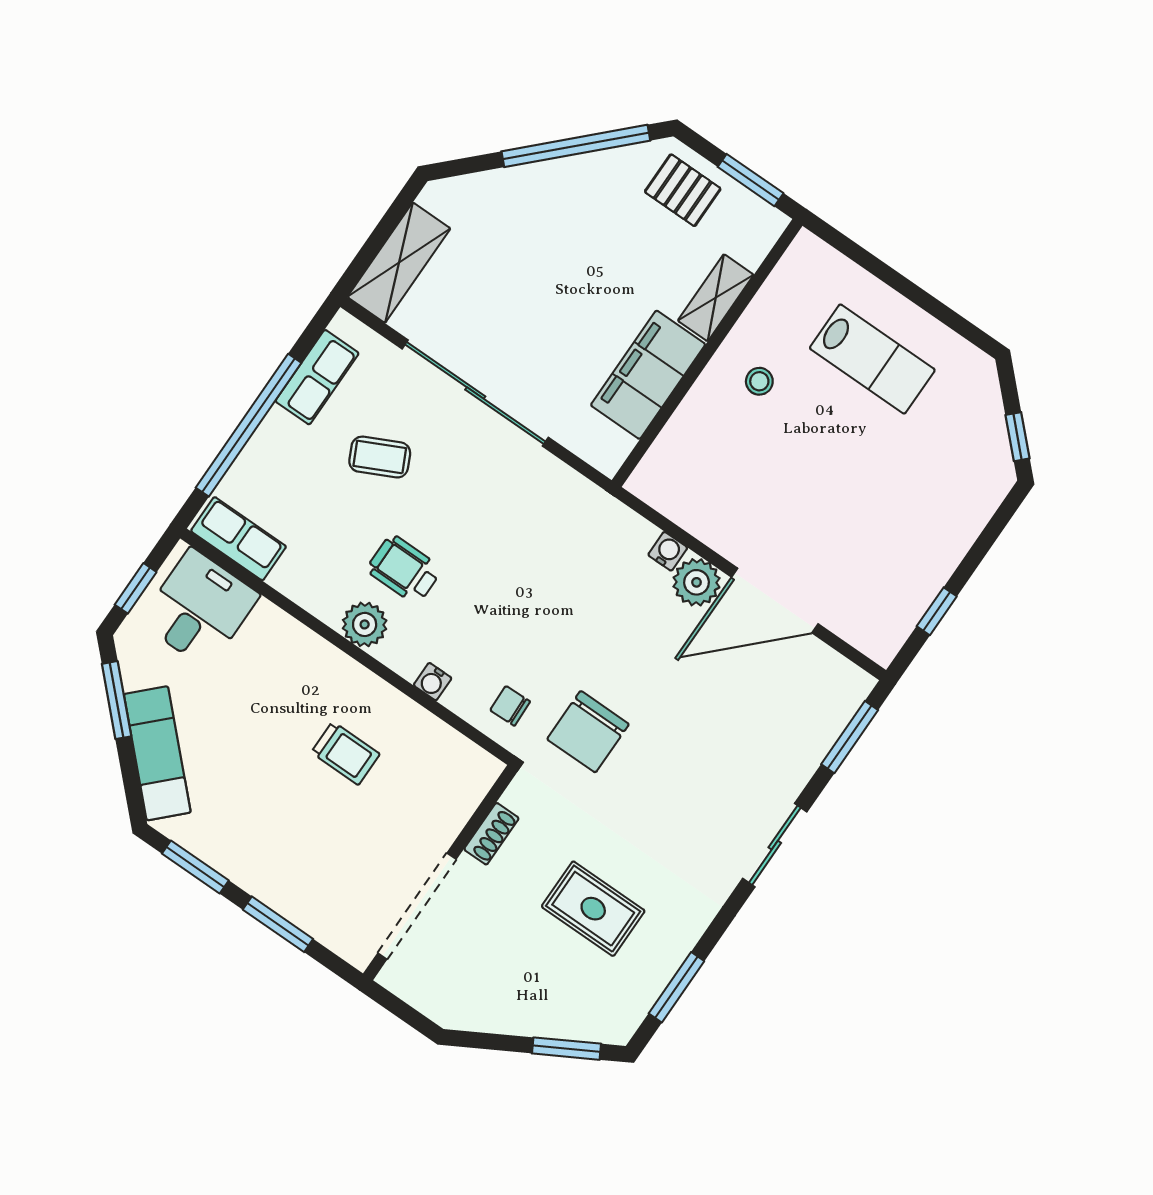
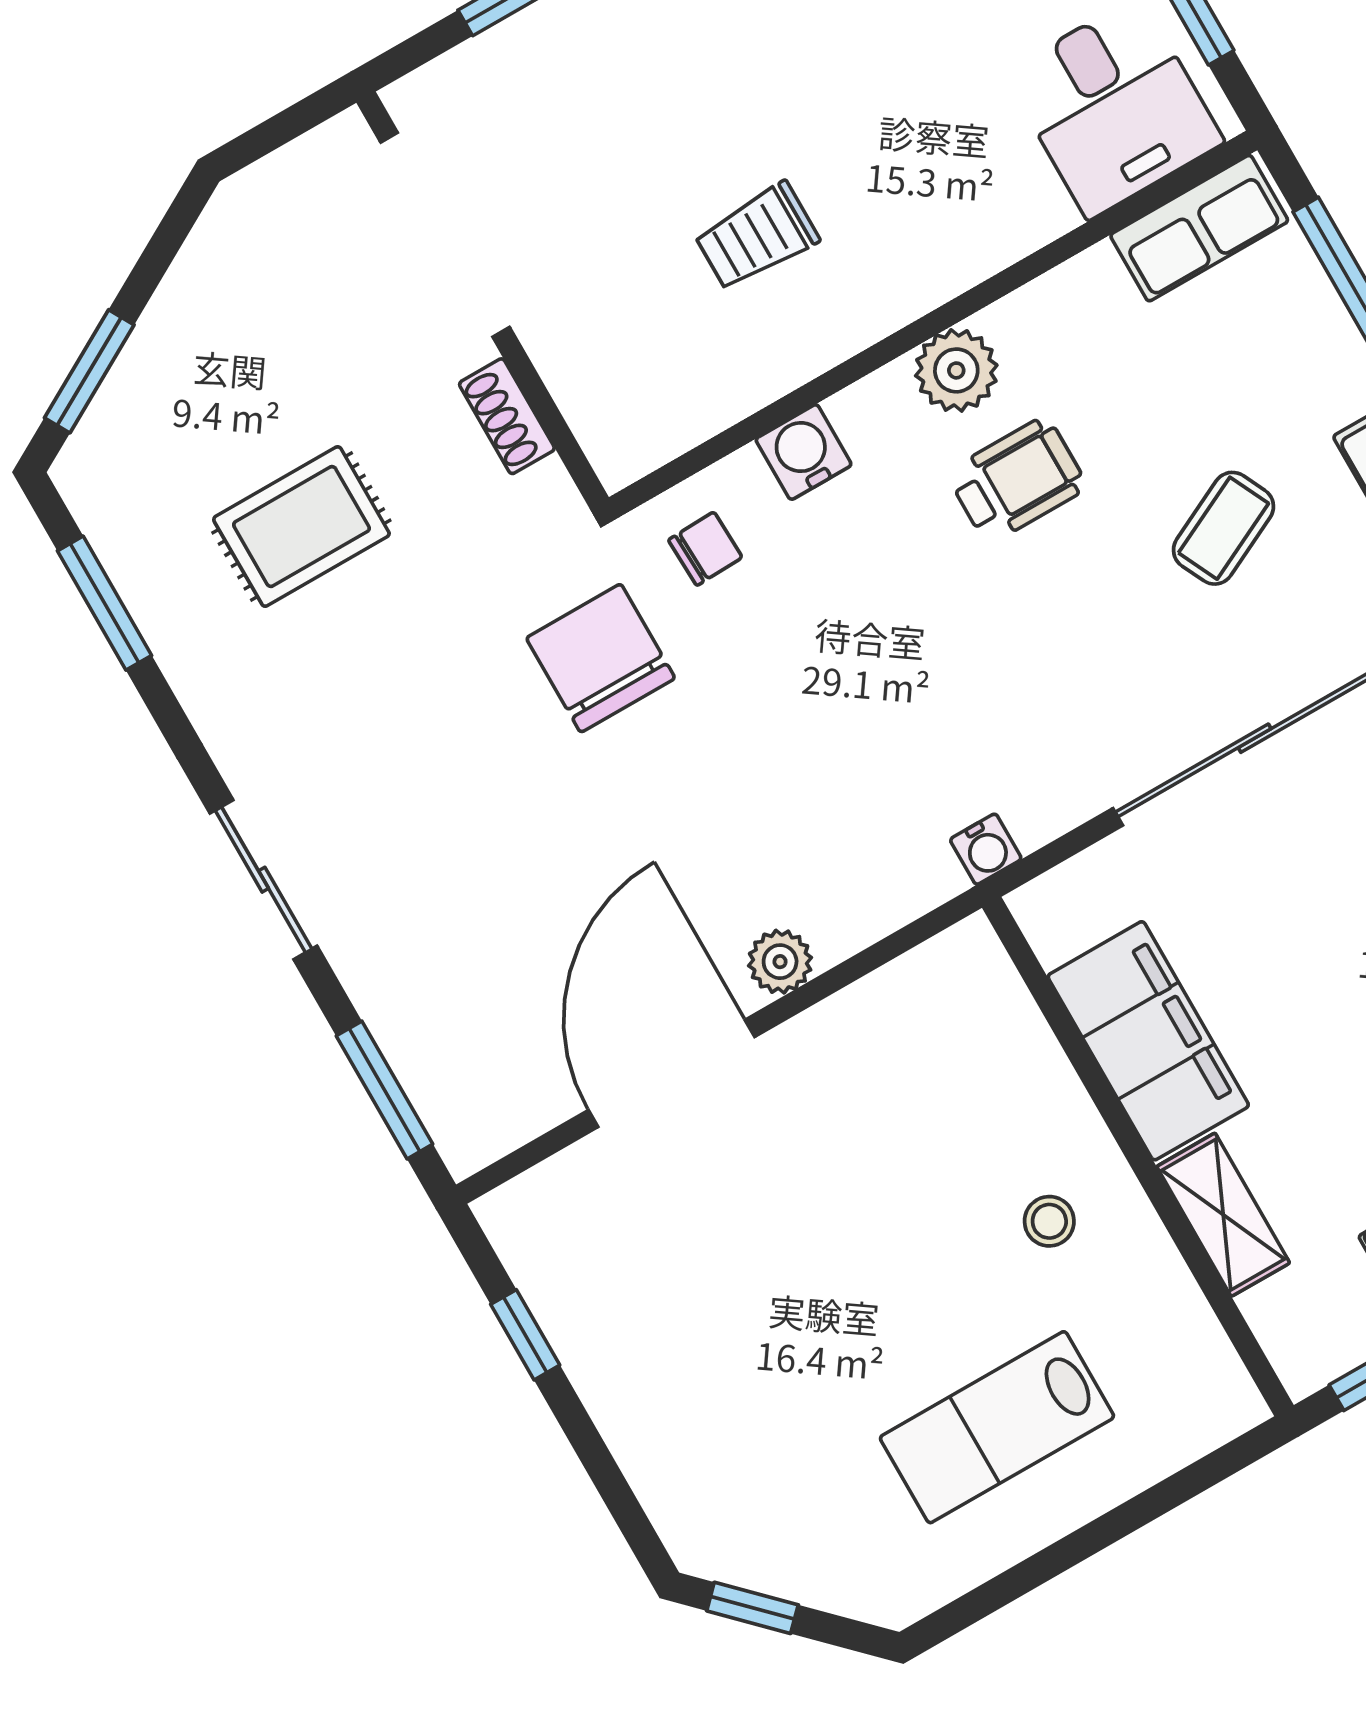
water cooler: (668, 551) -> (986, 849), moved
plant: (696, 582) -> (780, 962), width x0.73, depth x0.73
water cooler: (433, 682) -> (804, 452), width x1.38, depth x1.38

